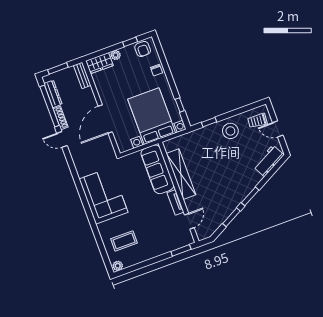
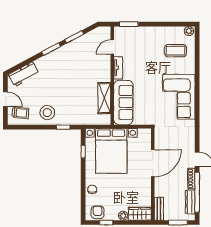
shelving: (181, 174) -> (104, 98), width x0.68

